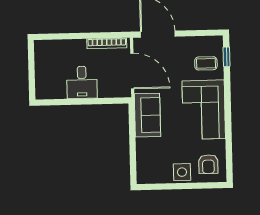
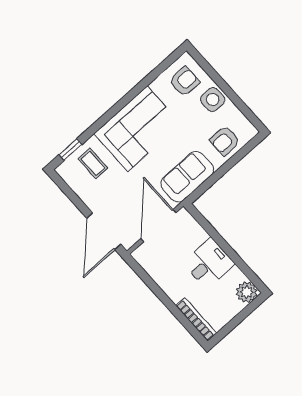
bookcase: (107, 43) -> (196, 319), moved
plant: (44, 91) -> (247, 292), added
armchair: (150, 158) -> (225, 141), added

